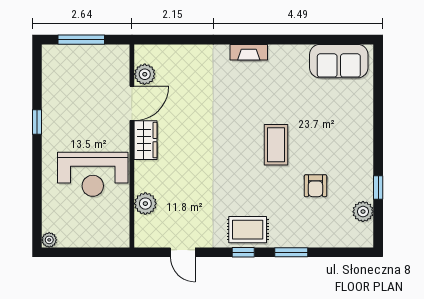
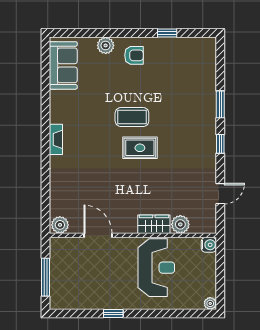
plant: (145, 74) -> (60, 225), moved
wardrobe: (146, 140) -> (154, 224), moved
armchair: (315, 186) -> (134, 55), moved
plant: (363, 212) -> (106, 45), moved
rug: (248, 230) -> (140, 148), moved, turned 90
water cooler: (121, 238) -> (209, 245), added

